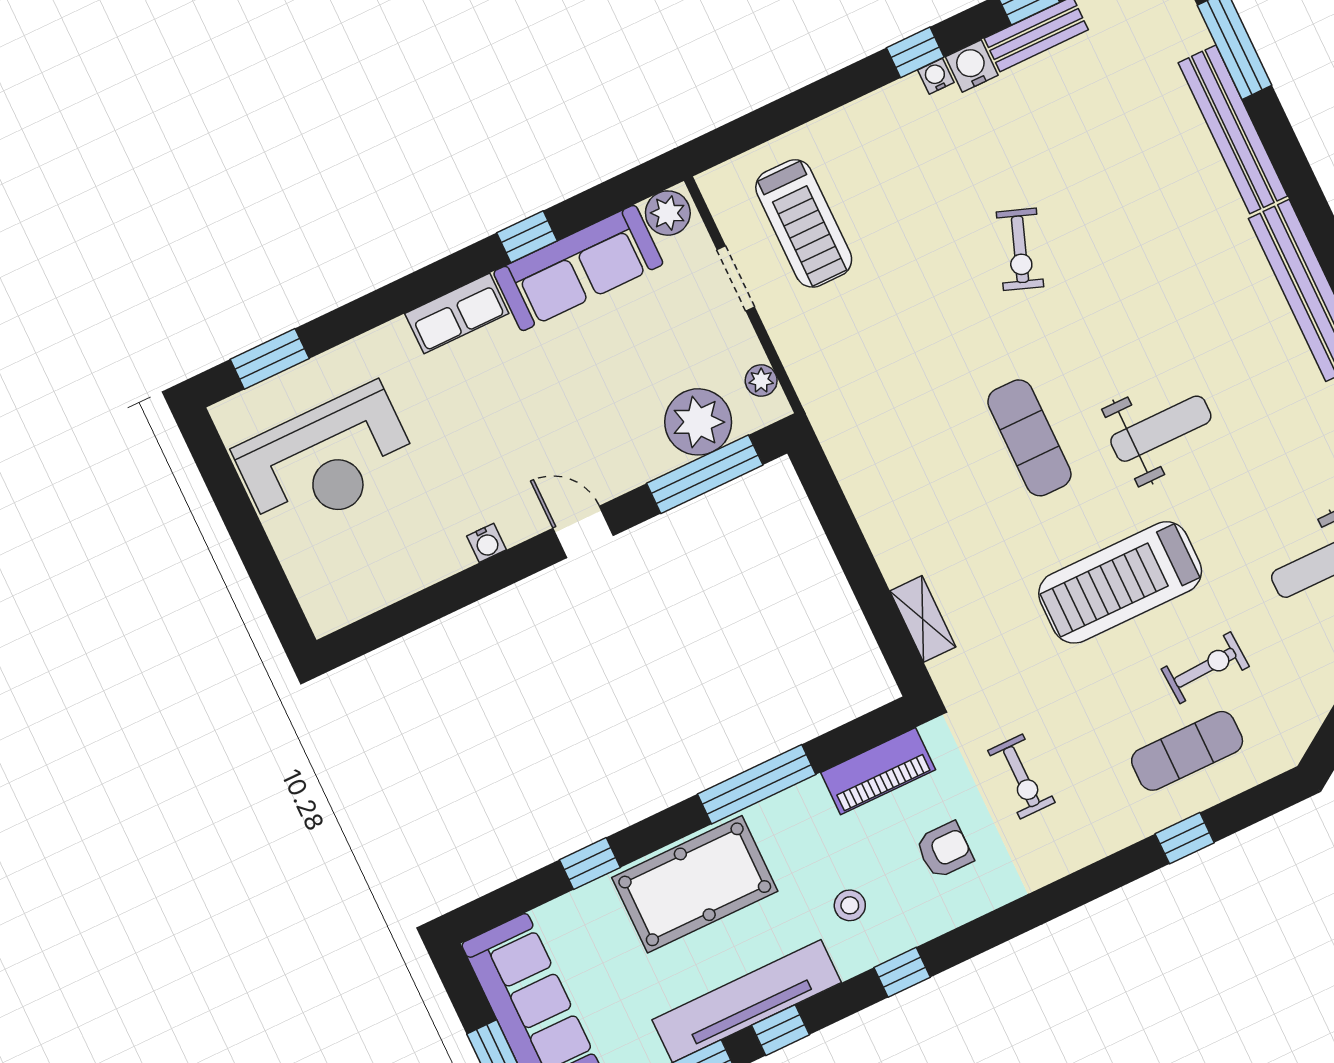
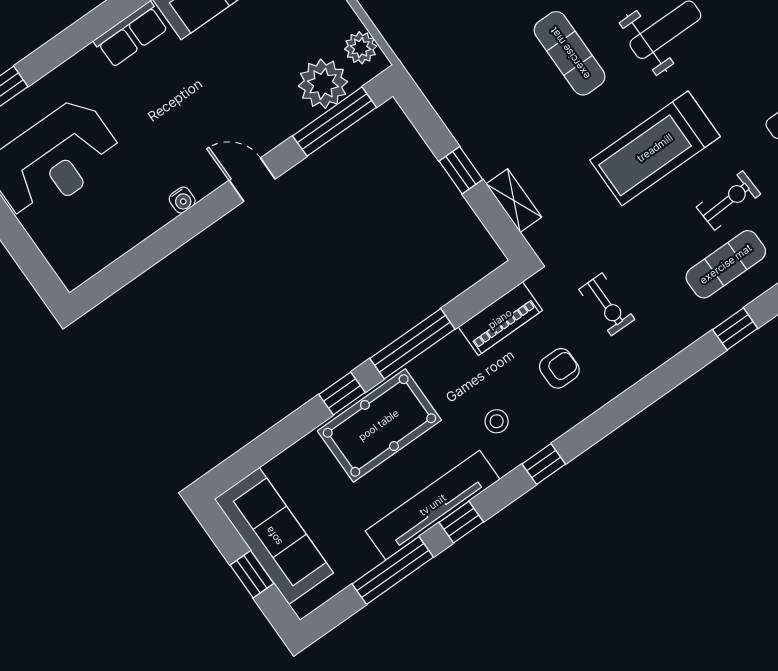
plant: (761, 380) -> (361, 48), width x1.38, depth x1.38
window: (860, 567) -> (461, 170), added
window: (590, 864) -> (342, 393), moved

